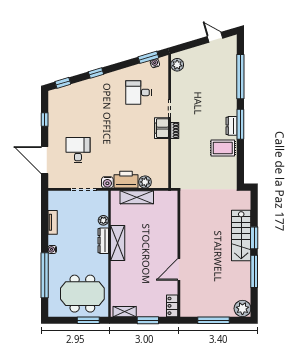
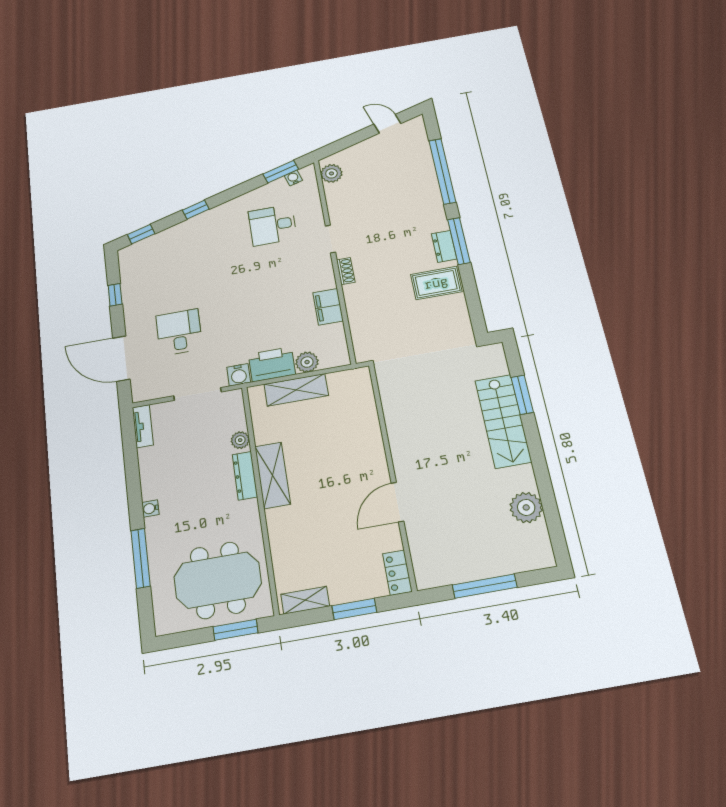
filing cabinet: (162, 128) -> (328, 307), moved
tv unit: (53, 222) -> (143, 426), moved
window: (254, 238) -> (522, 395), moved
window: (254, 271) -> (543, 480), removed
window: (45, 275) -> (141, 558), width x0.68
plant: (242, 308) -> (526, 507), moved

